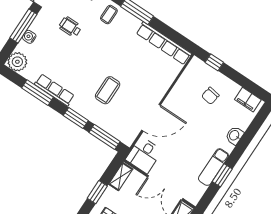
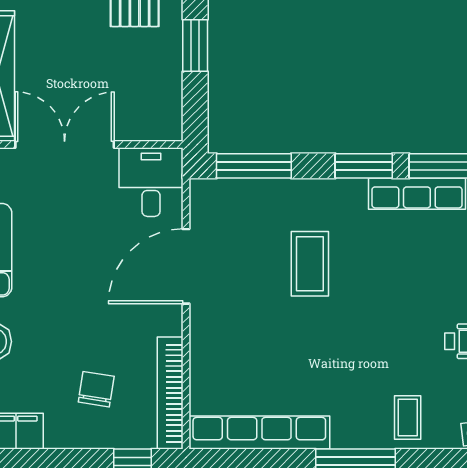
bookcase: (186, 77) -> (170, 393), added
window: (76, 118) -> (364, 166), moved
shelving: (121, 177) -> (169, 108), removed

